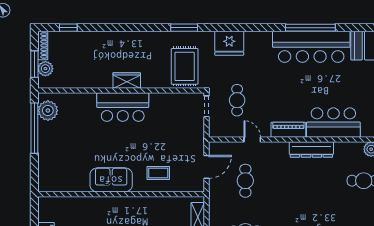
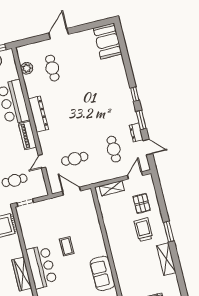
wardrobe: (127, 81) -> (22, 274), width x1.50
coffee table: (158, 173) -> (67, 246), moved
sofa: (111, 180) -> (102, 273), moved

